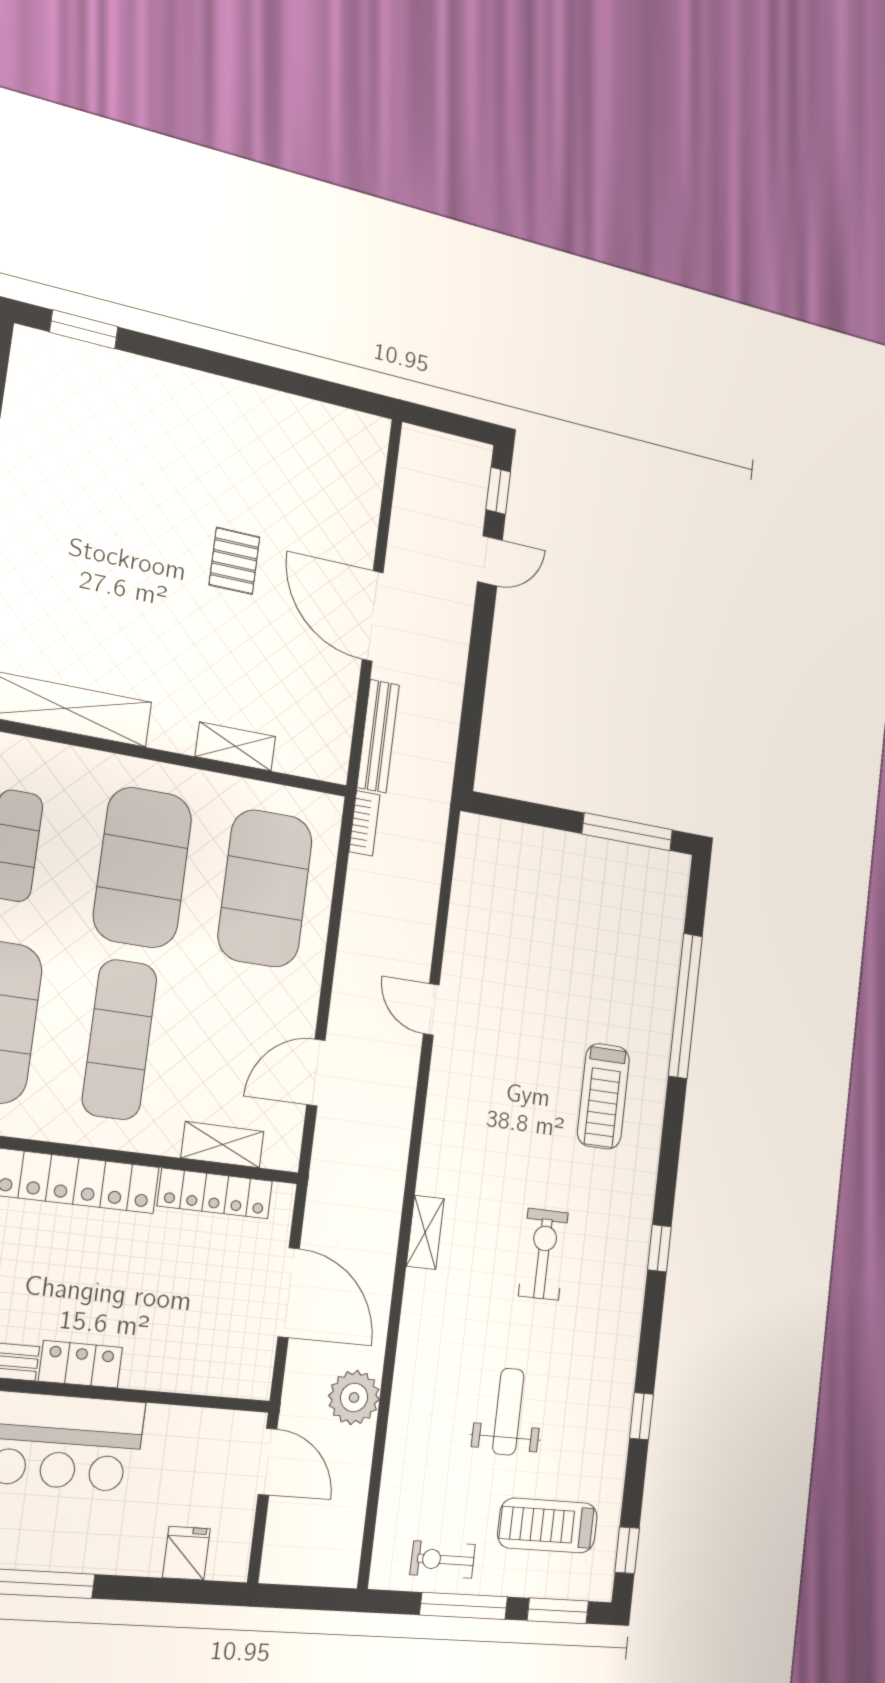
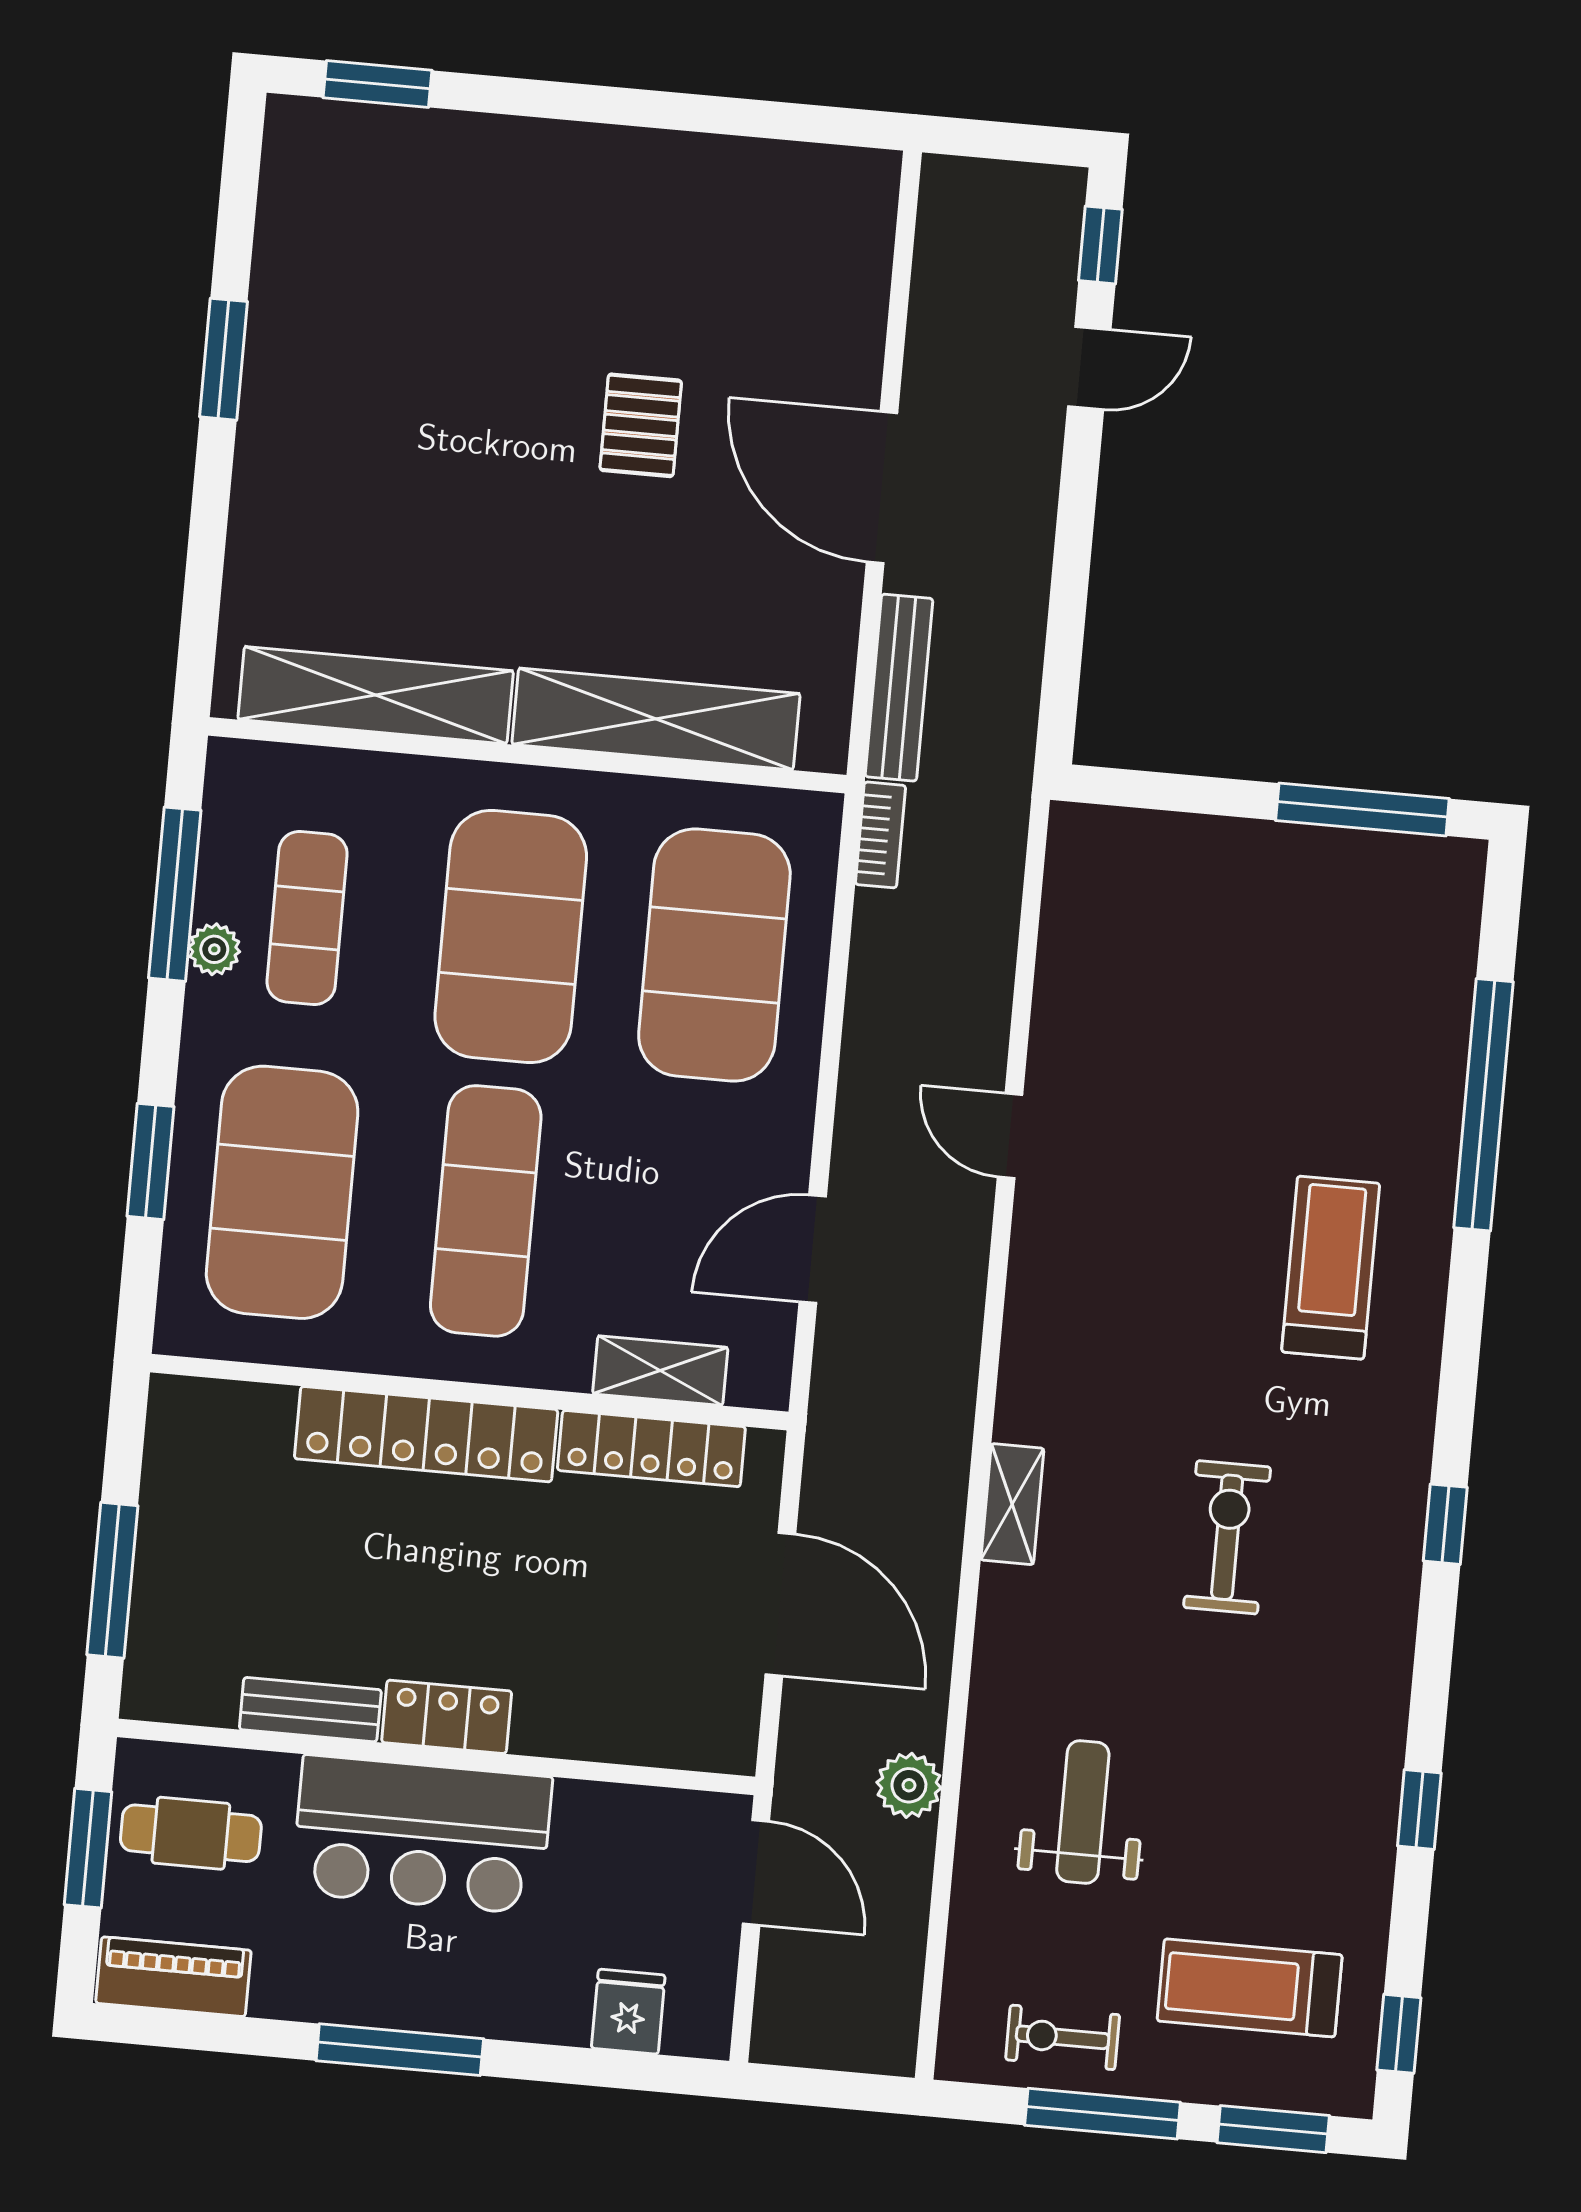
shelving: (235, 746) -> (656, 719), width x2.20, depth x1.33
treadmill: (603, 1096) -> (1331, 1268), turned 180
plant: (354, 1397) -> (909, 1785), width x0.73, depth x0.73
weight bench: (508, 1412) -> (1083, 1812), moved

